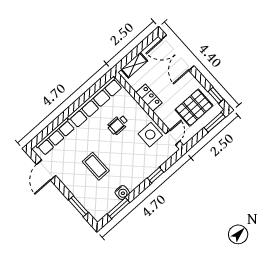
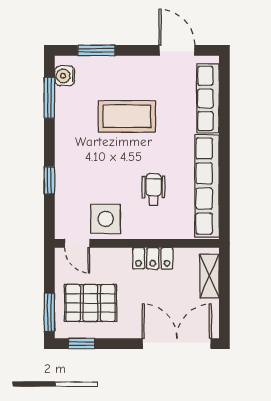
pallet: (194, 108) -> (90, 303), turned 90
coffee table: (96, 166) -> (127, 116), width x1.36, depth x1.32
water cooler: (122, 193) -> (65, 76), moved

